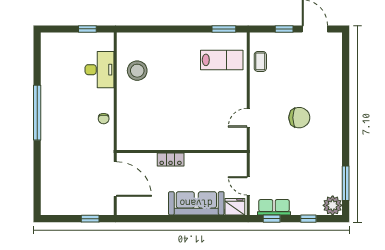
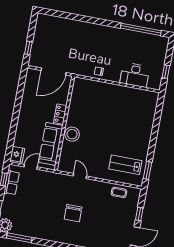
lab bench: (222, 60) -> (125, 165), turned 90
stool: (137, 71) -> (72, 134), moved
window: (37, 113) -> (141, 29), moved
sofa: (196, 203) -> (51, 144), moved, turned 180

